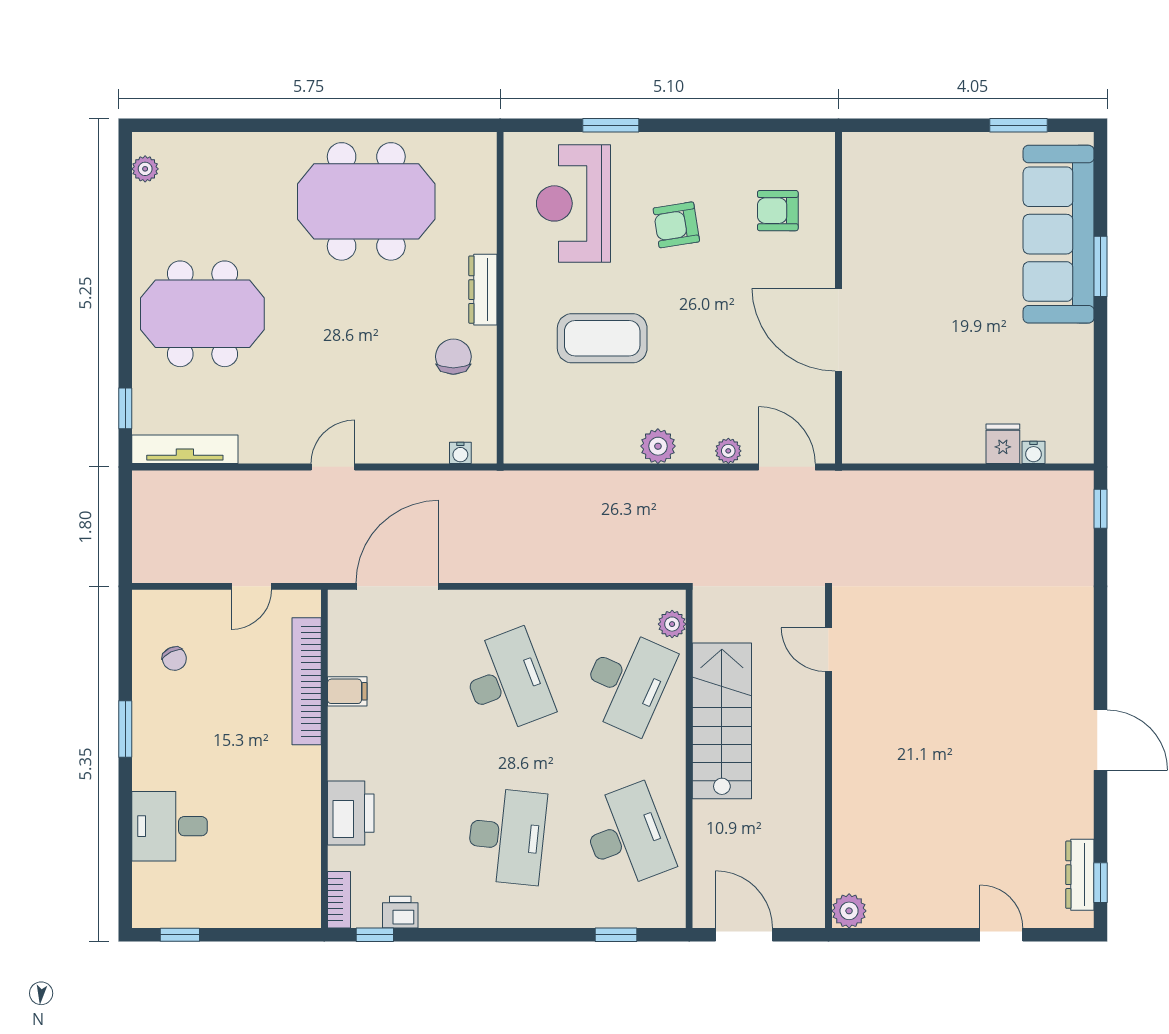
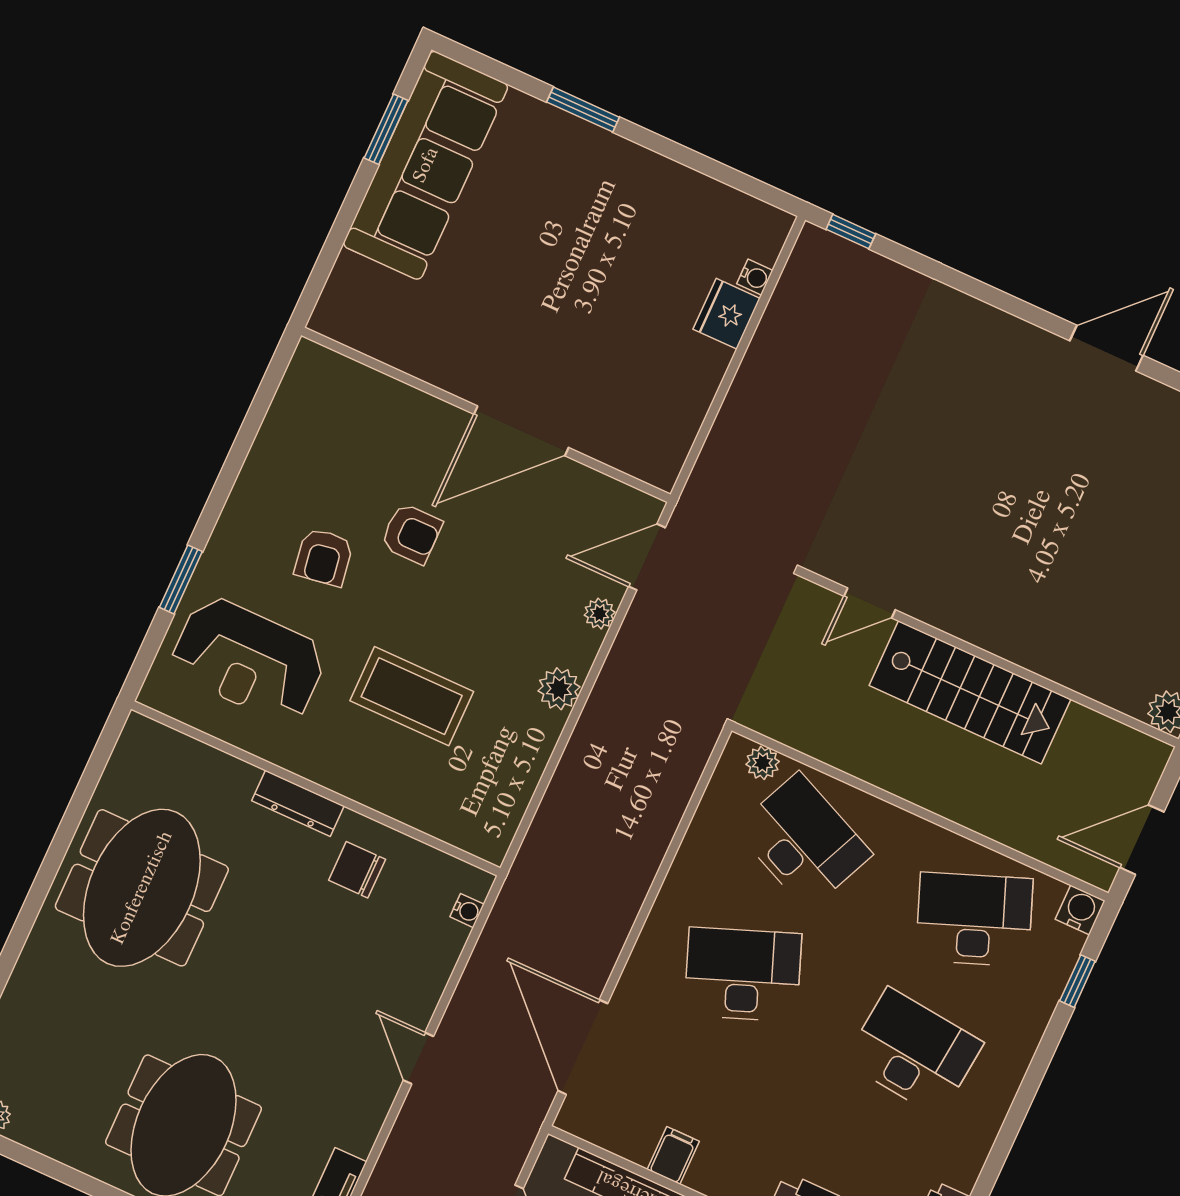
armchair: (778, 211) -> (411, 534), moved, turned -90
sofa: (1059, 234) -> (426, 165), moved, turned -90
coffee table: (602, 338) -> (412, 696), turned 90
fridge: (1003, 444) -> (727, 314), width x1.38
stairs: (722, 721) -> (970, 692), moved, turned 180
water cooler: (670, 912) -> (1080, 910), added

